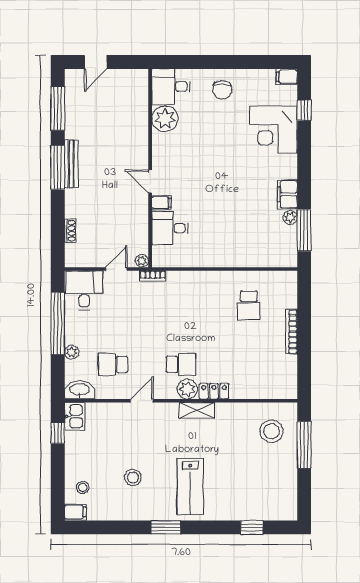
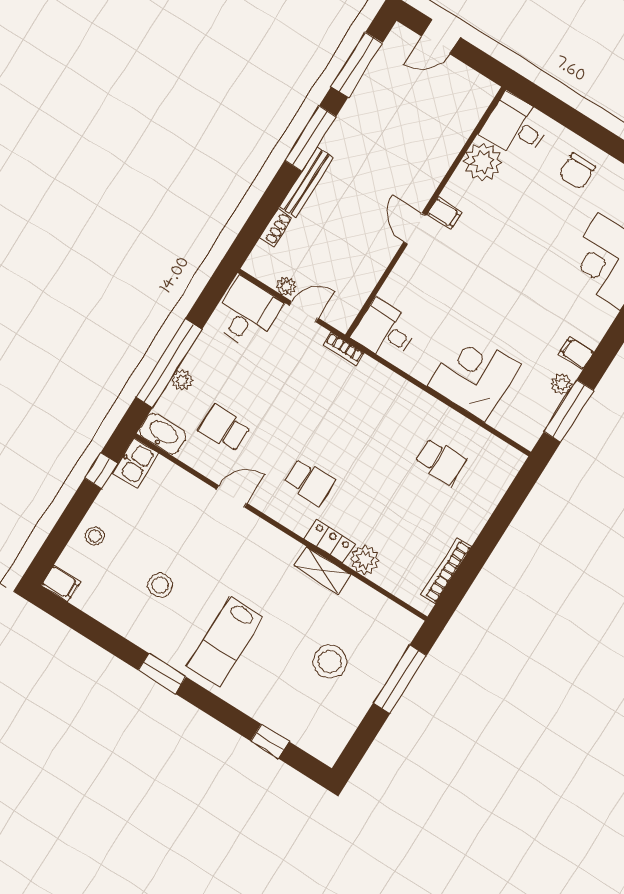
bench: (71, 164) -> (306, 182), moved
filing cabinet: (287, 194) -> (576, 353), width x0.50
filing cabinet: (161, 203) -> (444, 213), moved
desk: (170, 228) -> (385, 331), moved
corner desk: (237, 244) -> (474, 375), added
plant: (142, 261) -> (286, 286), moved
school desk: (249, 305) -> (441, 461), turned -90
window: (58, 324) -> (169, 363), moved
bookcase: (291, 332) -> (446, 571), moved
plant: (187, 389) -> (365, 560), moved
shelving: (197, 410) -> (322, 570), moved
stool: (272, 431) -> (330, 662), moved
stool: (83, 487) -> (95, 536), moved

